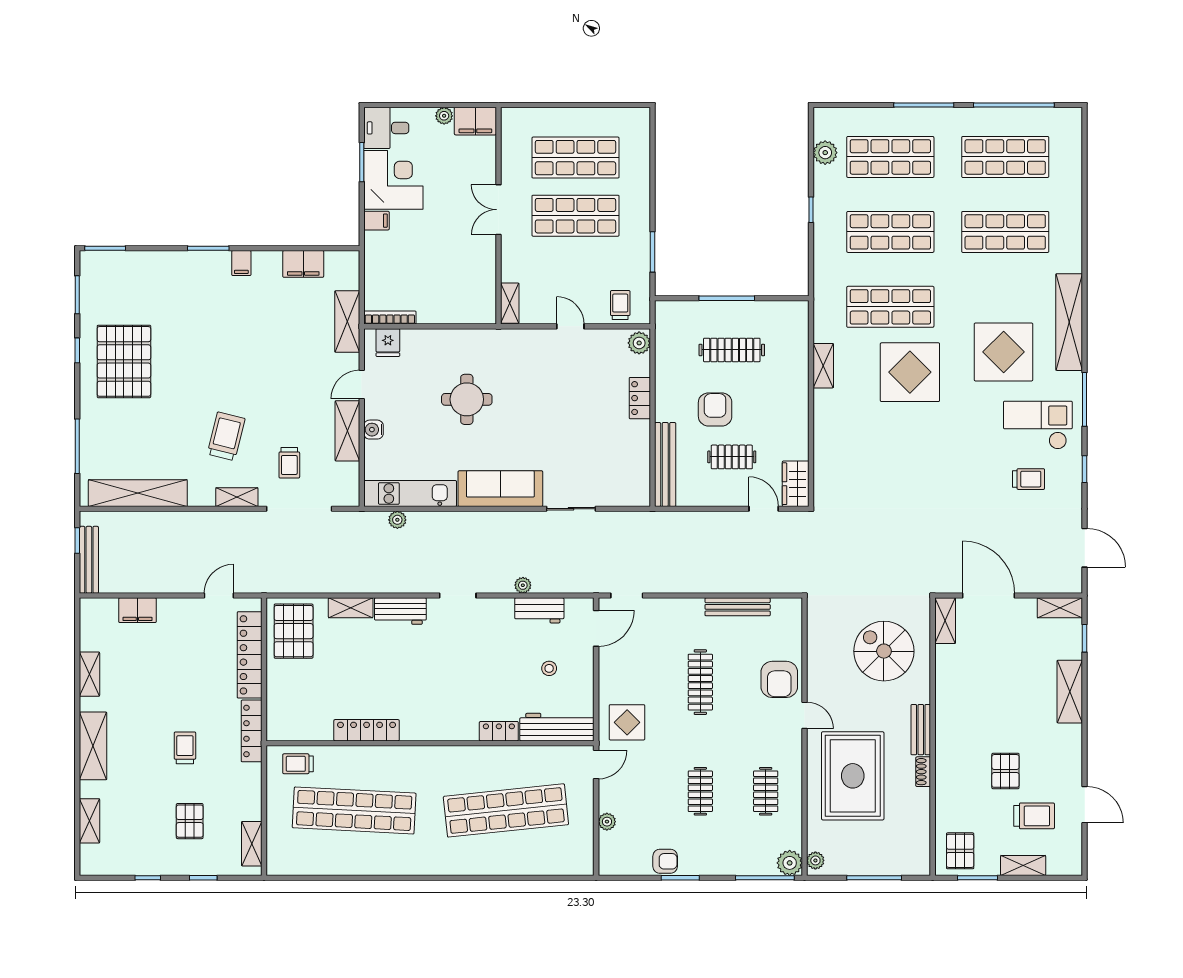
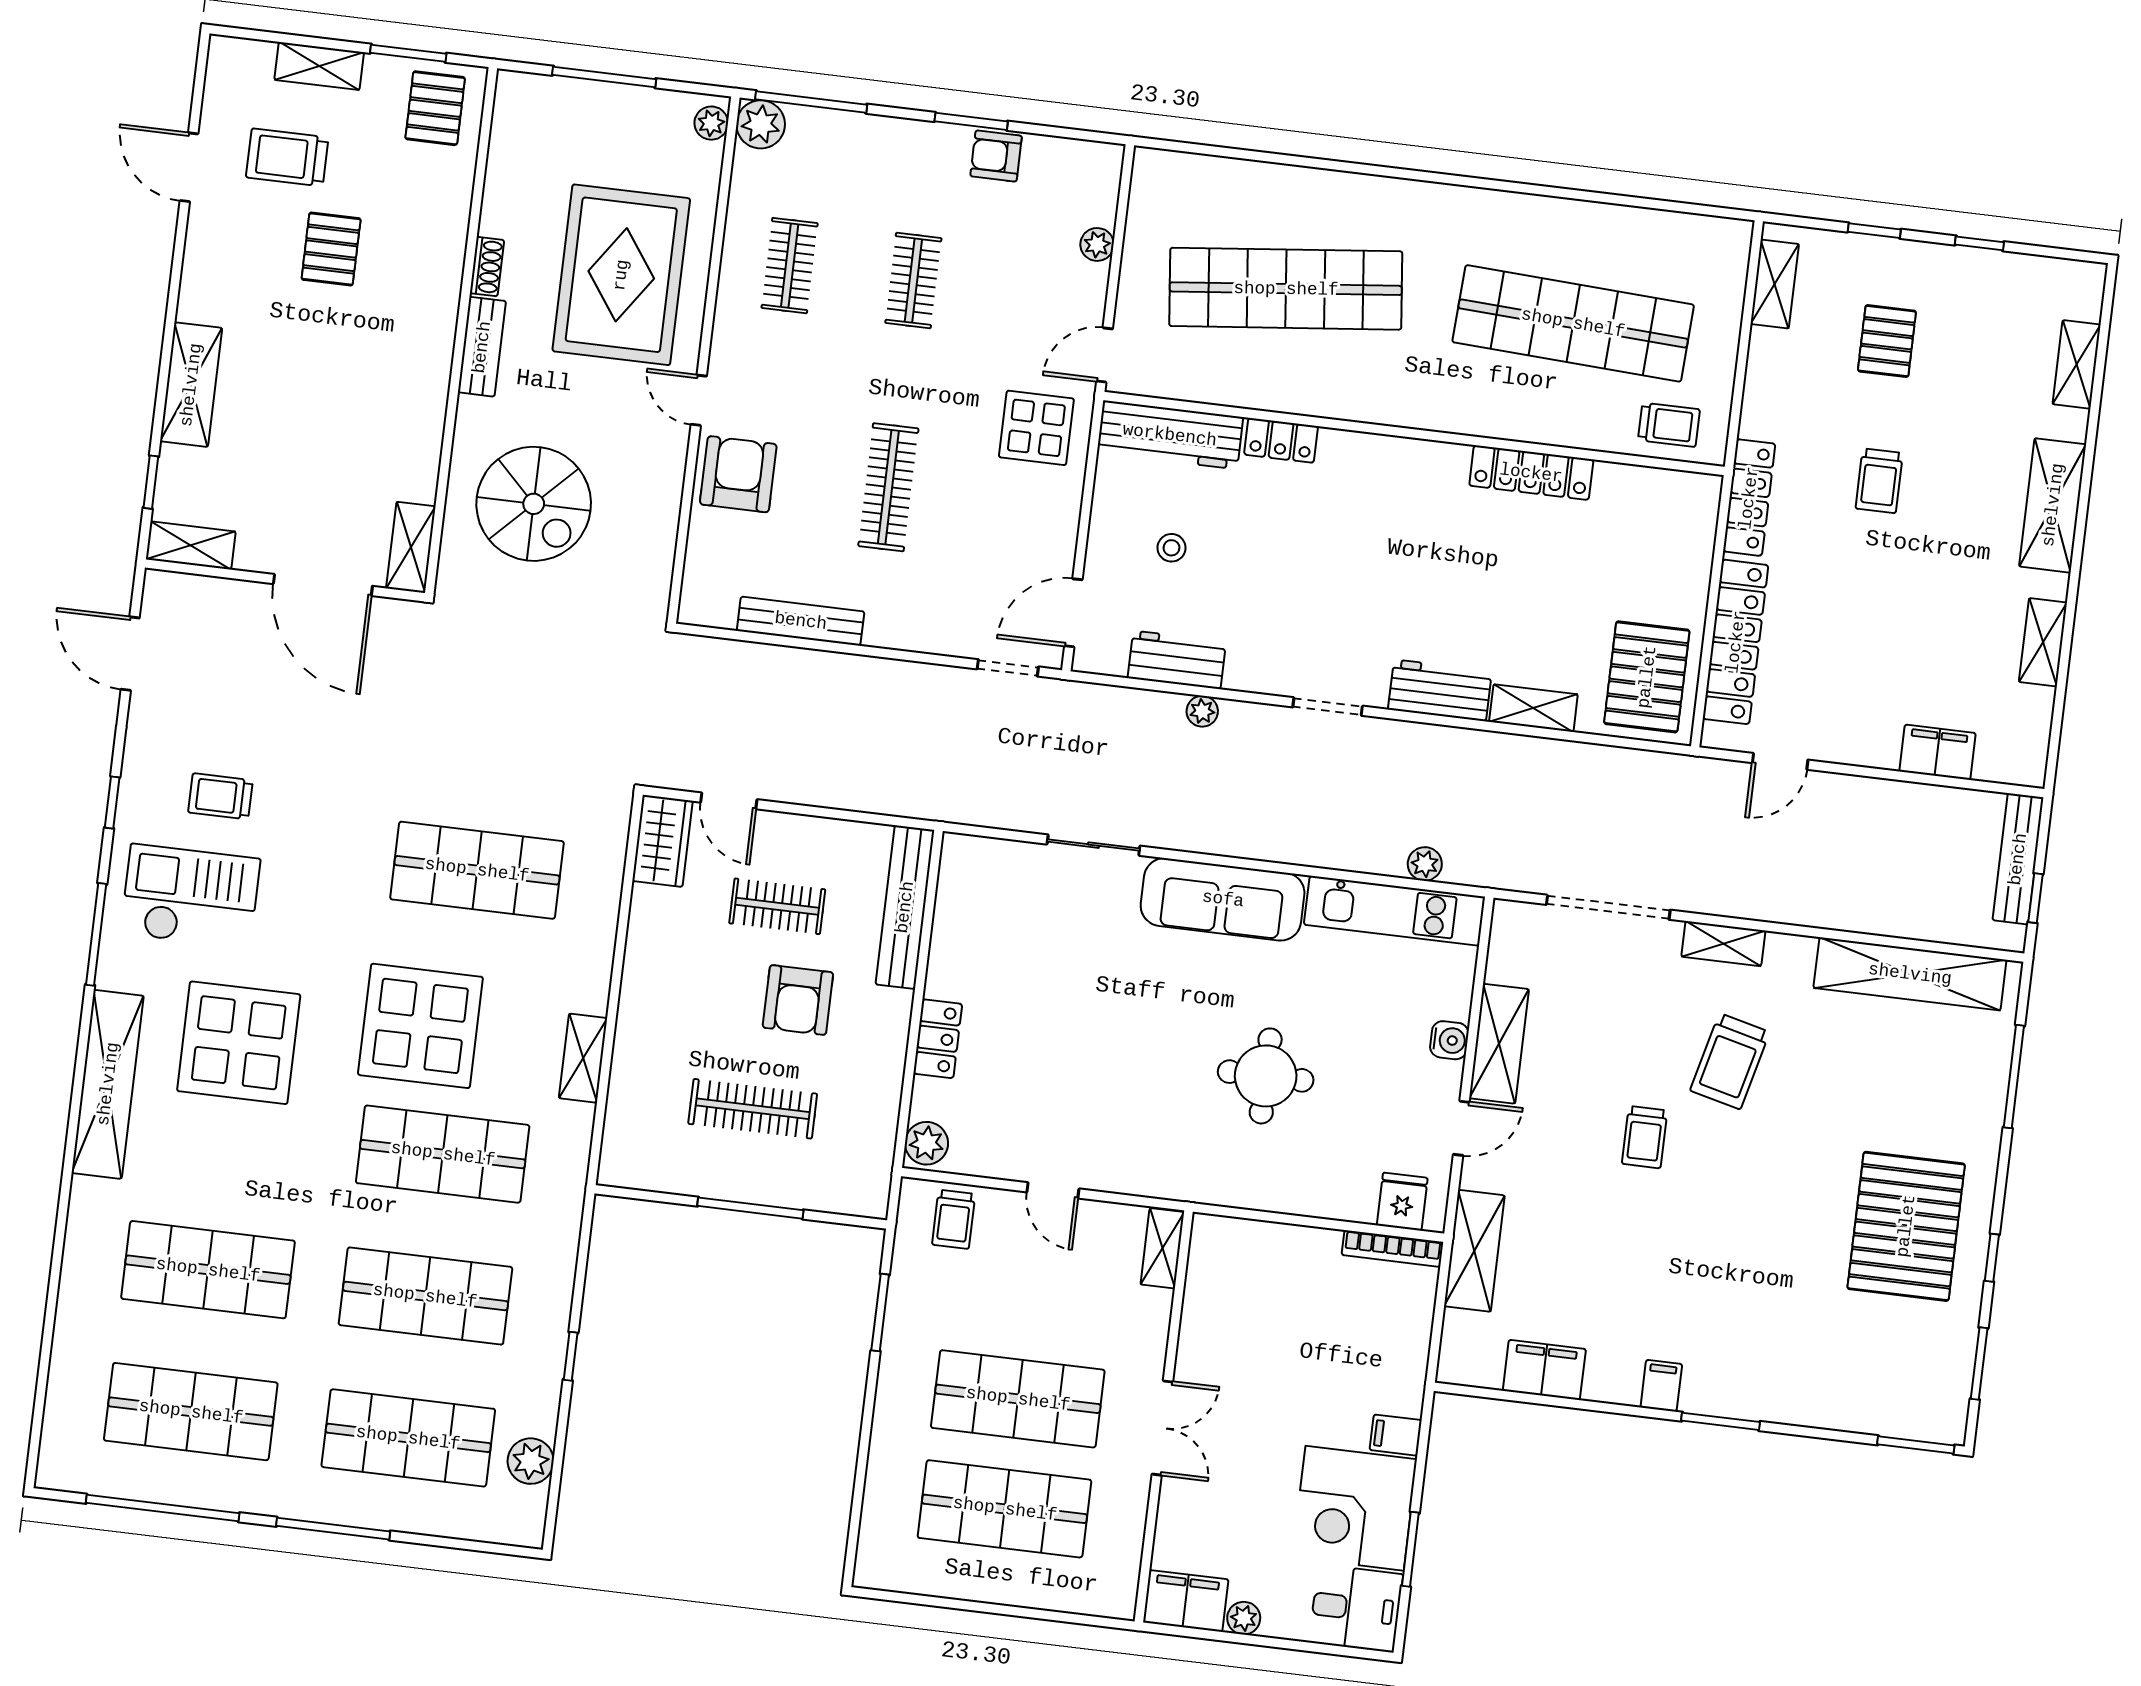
checkout: (1038, 425) -> (190, 896), turned 180
shop shelf: (890, 457) -> (477, 870), added
trolley: (289, 463) -> (1645, 1137), moved, turned 180

